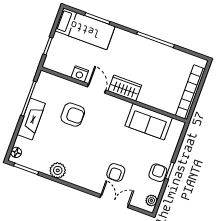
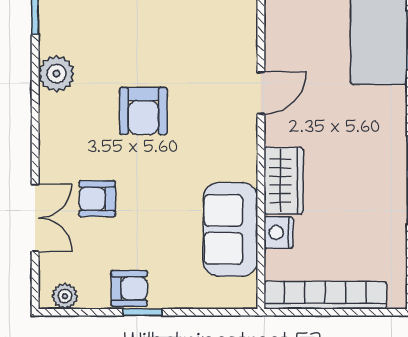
nightstand: (80, 74) -> (279, 233), moved
wardrobe: (125, 88) -> (283, 181), moved
armchair: (73, 115) -> (143, 111), moved

